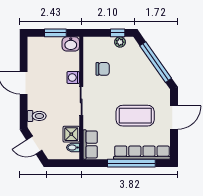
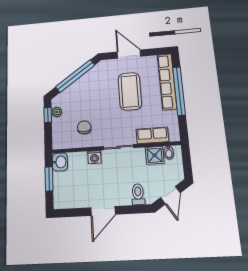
row of seats: (90, 144) -> (152, 135), moved

